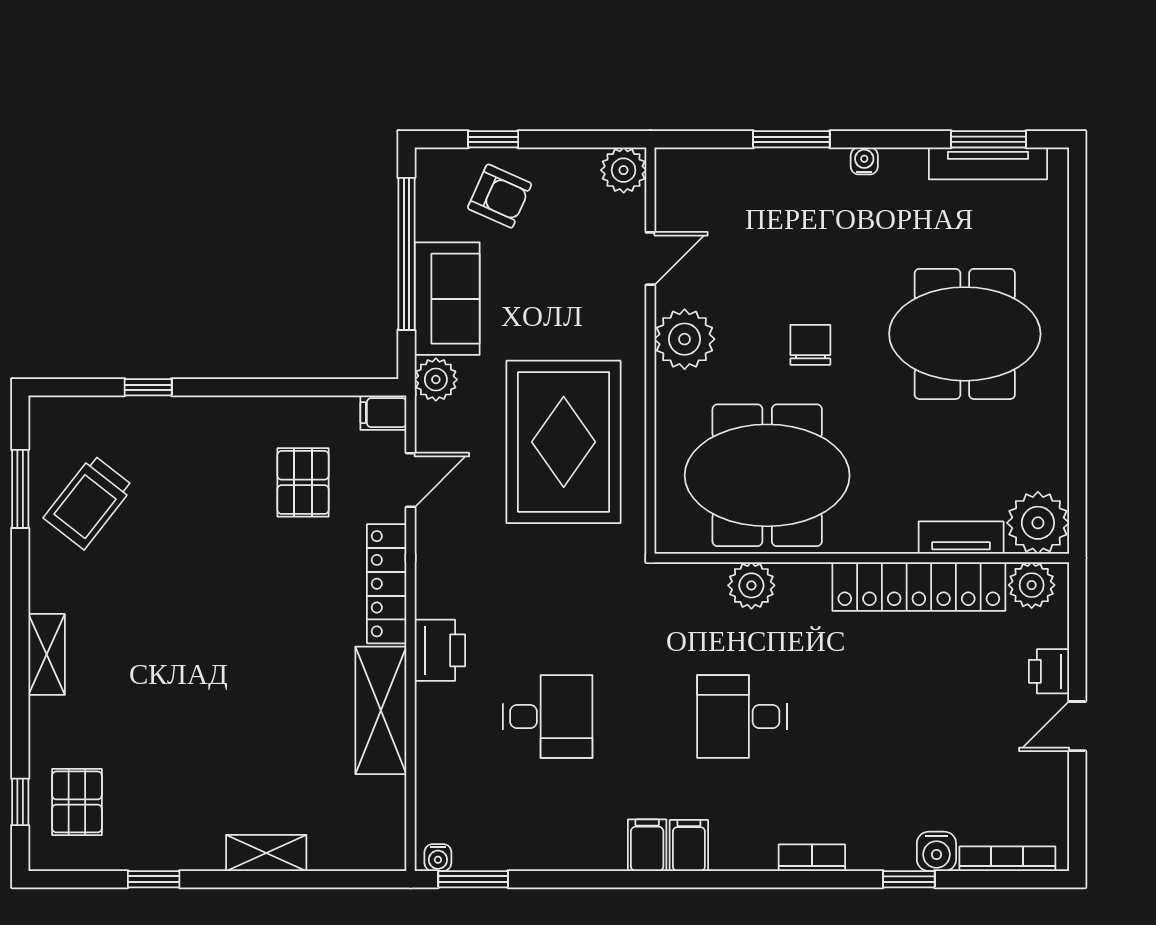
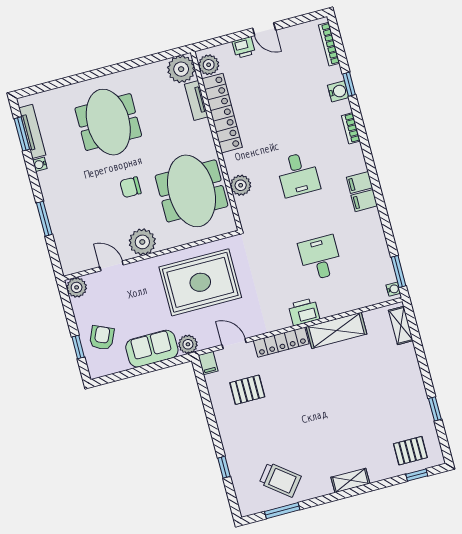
water cooler: (864, 161) -> (40, 164), moved
window: (406, 254) -> (137, 371), removed
water cooler: (936, 851) -> (338, 91), moved
shelving: (266, 853) -> (401, 325), moved

